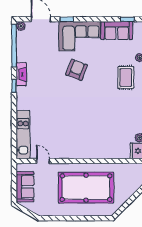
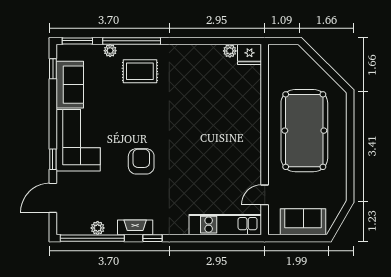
plant: (21, 26) -> (98, 228), moved
armchair: (77, 70) -> (141, 161), moved, turned 69

